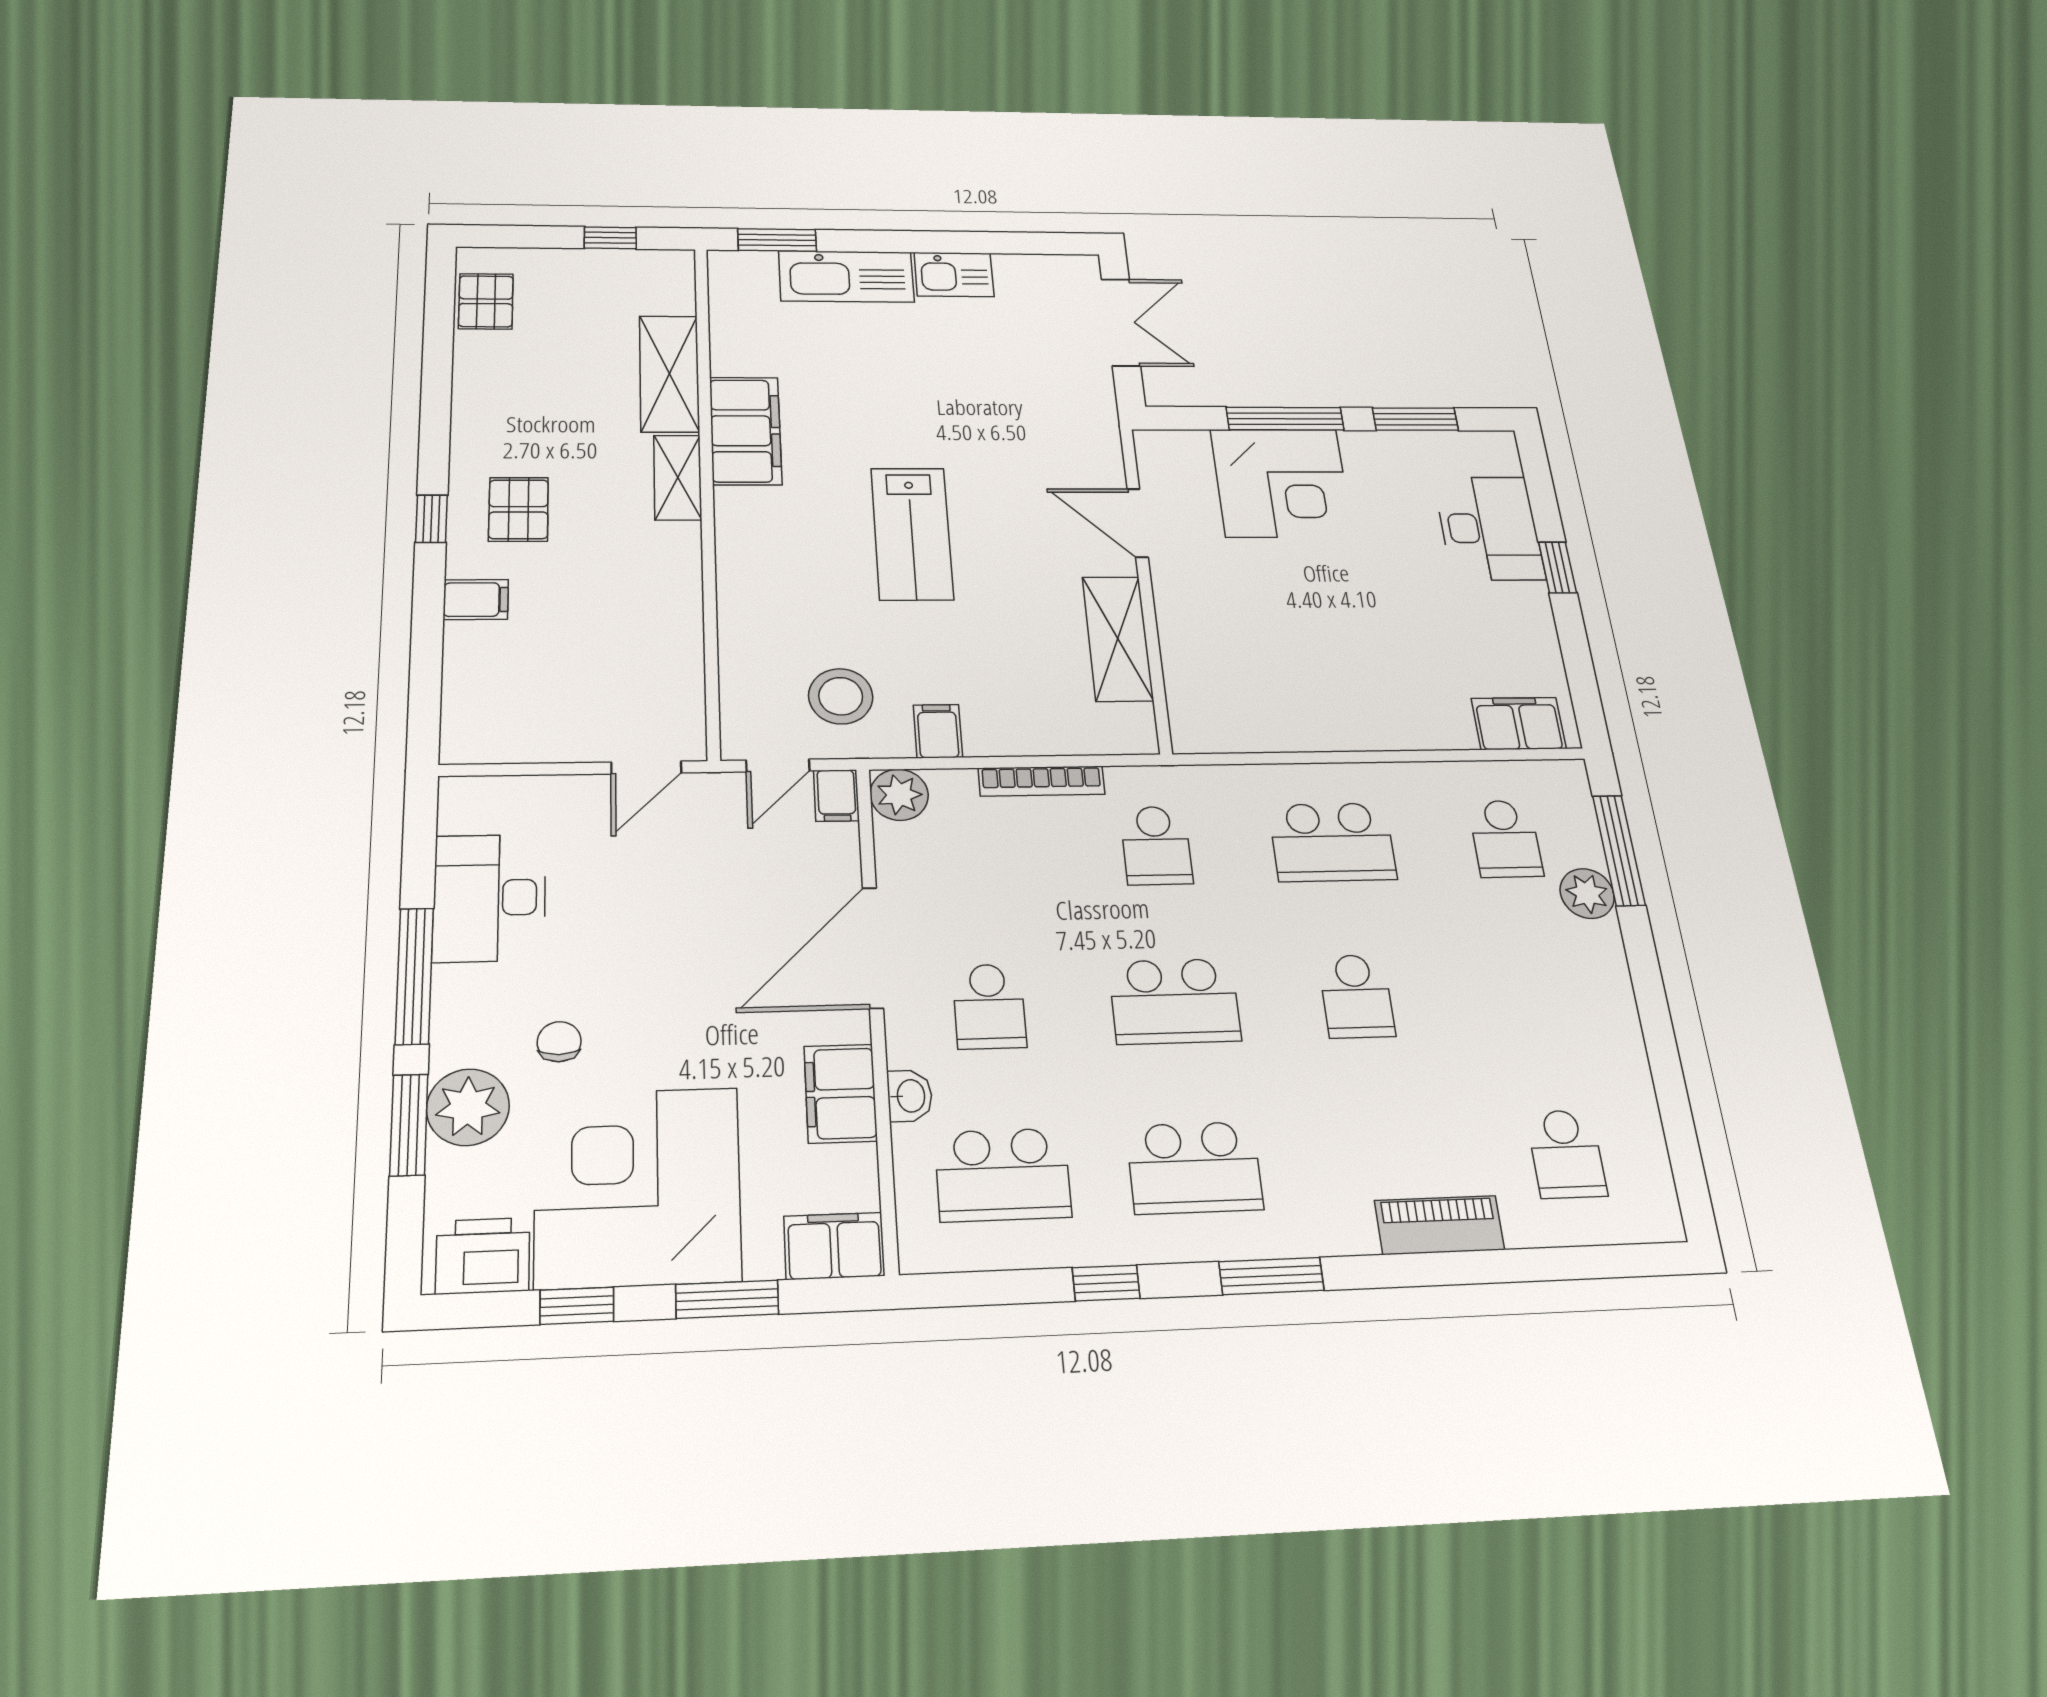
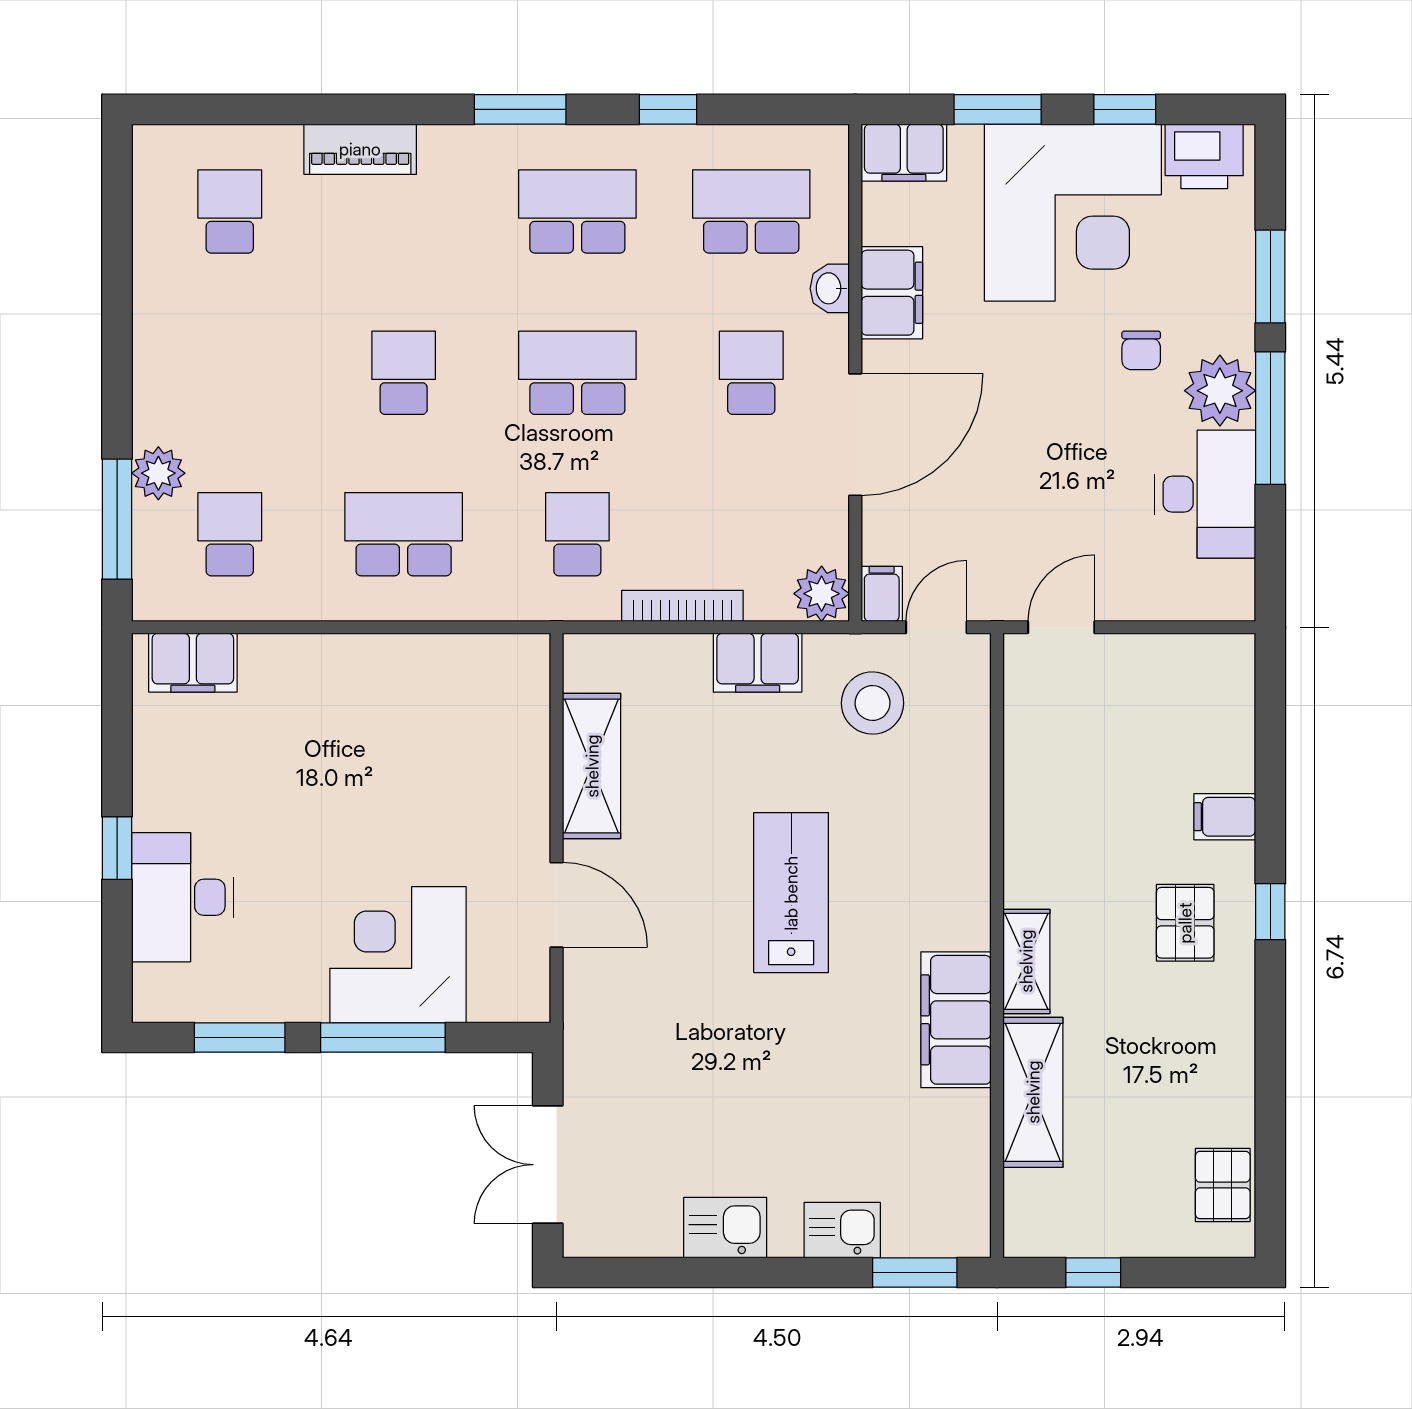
kitchen sink: (846, 276) -> (842, 1230), width x0.53, depth x0.81
filing cabinet: (938, 731) -> (758, 663), width x2.00
plant: (468, 1107) -> (1220, 391), moved

